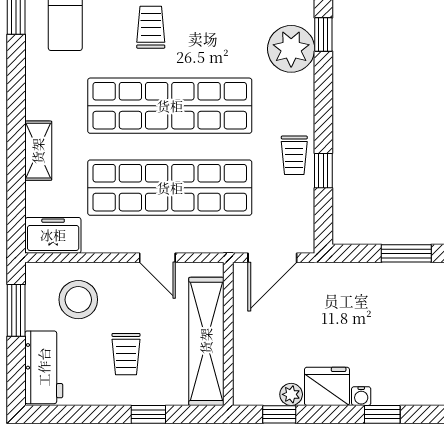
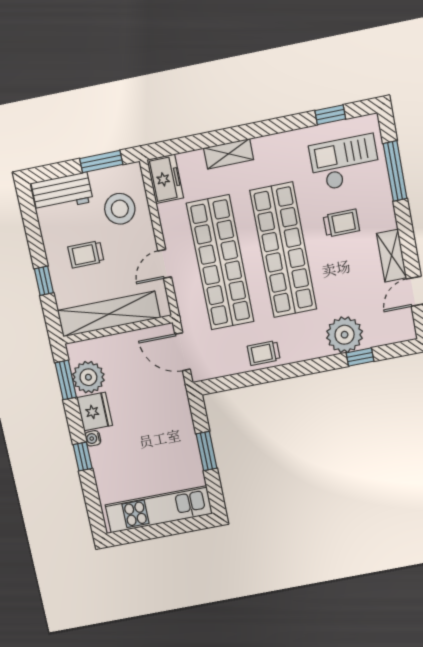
window: (323, 171) -> (256, 377), removed
plant: (291, 394) -> (88, 377), width x1.87, depth x1.87
window: (279, 414) -> (66, 380), width x1.50

